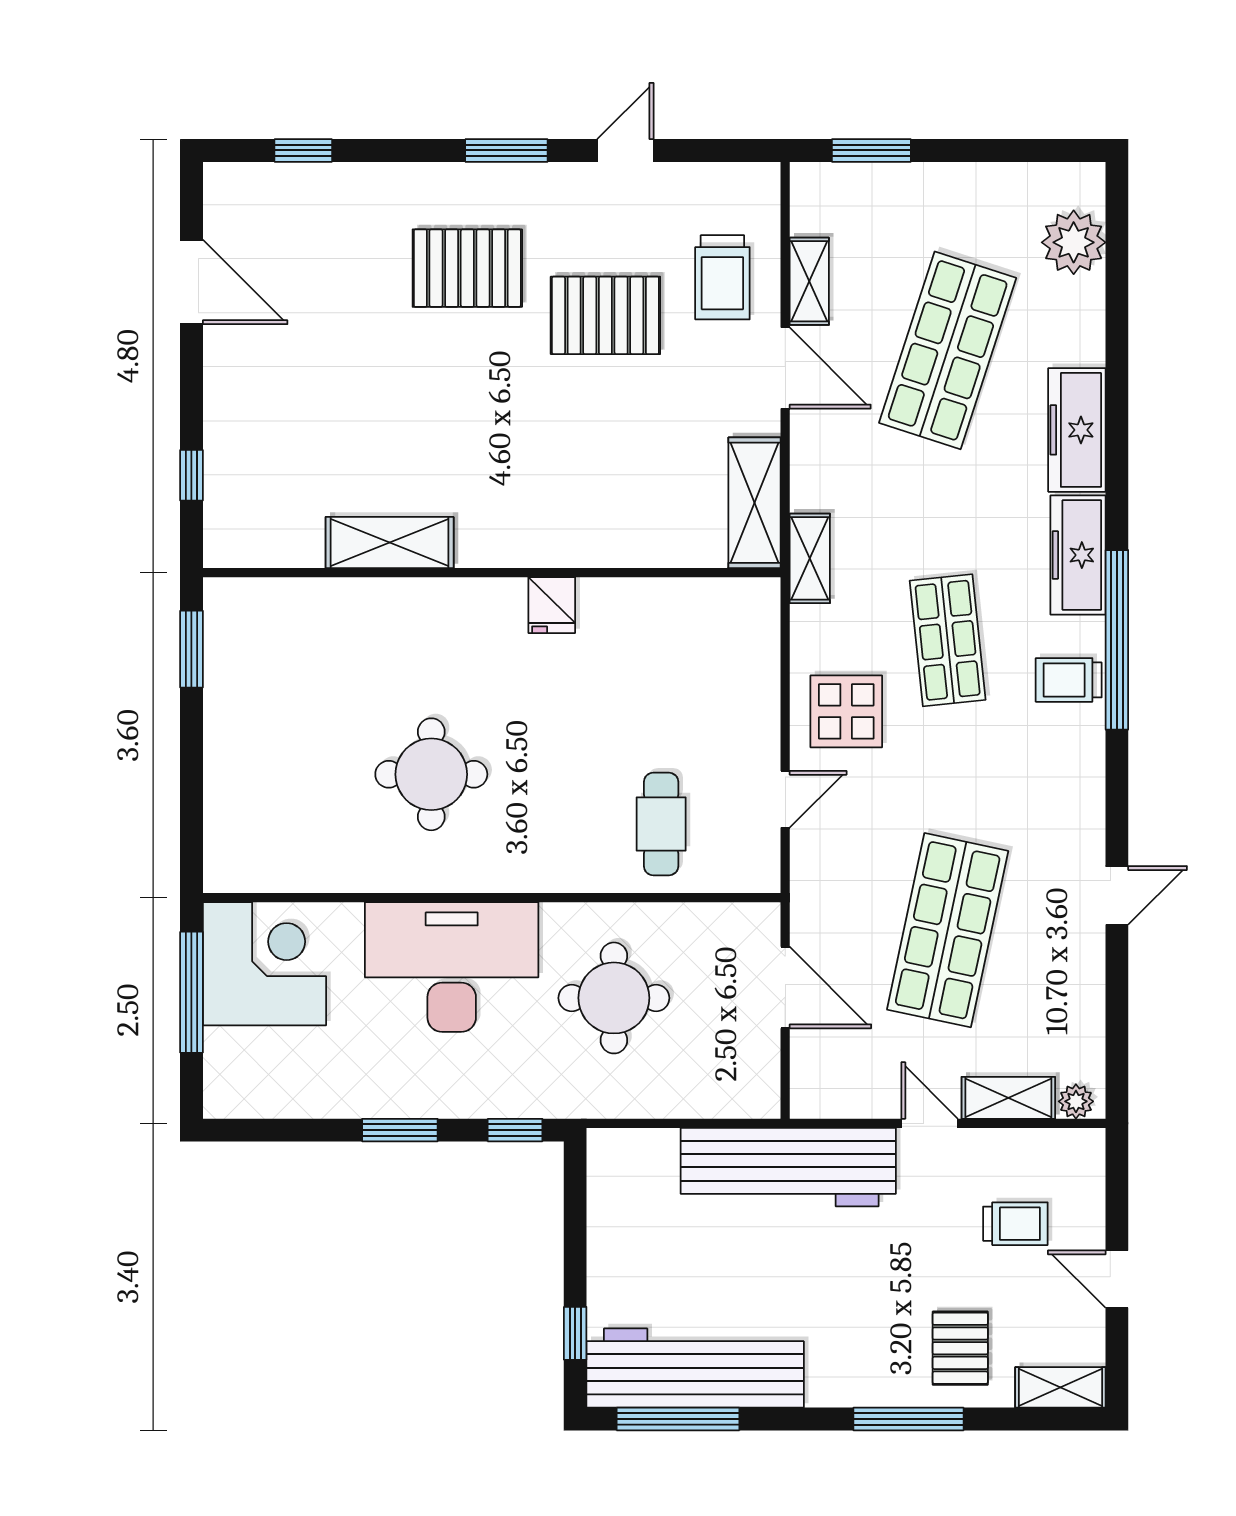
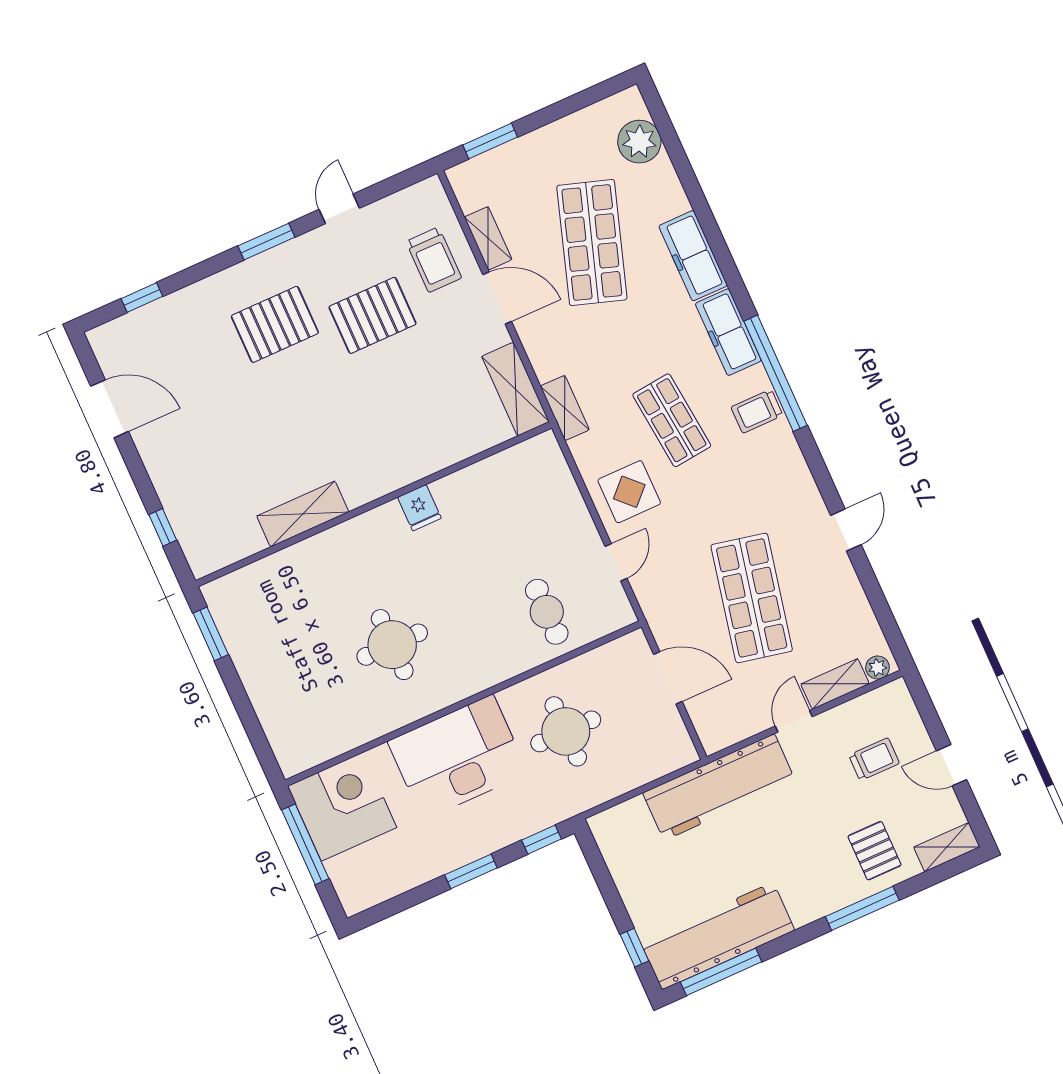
door: (930, 1123) -> (794, 721), hinge flipped

